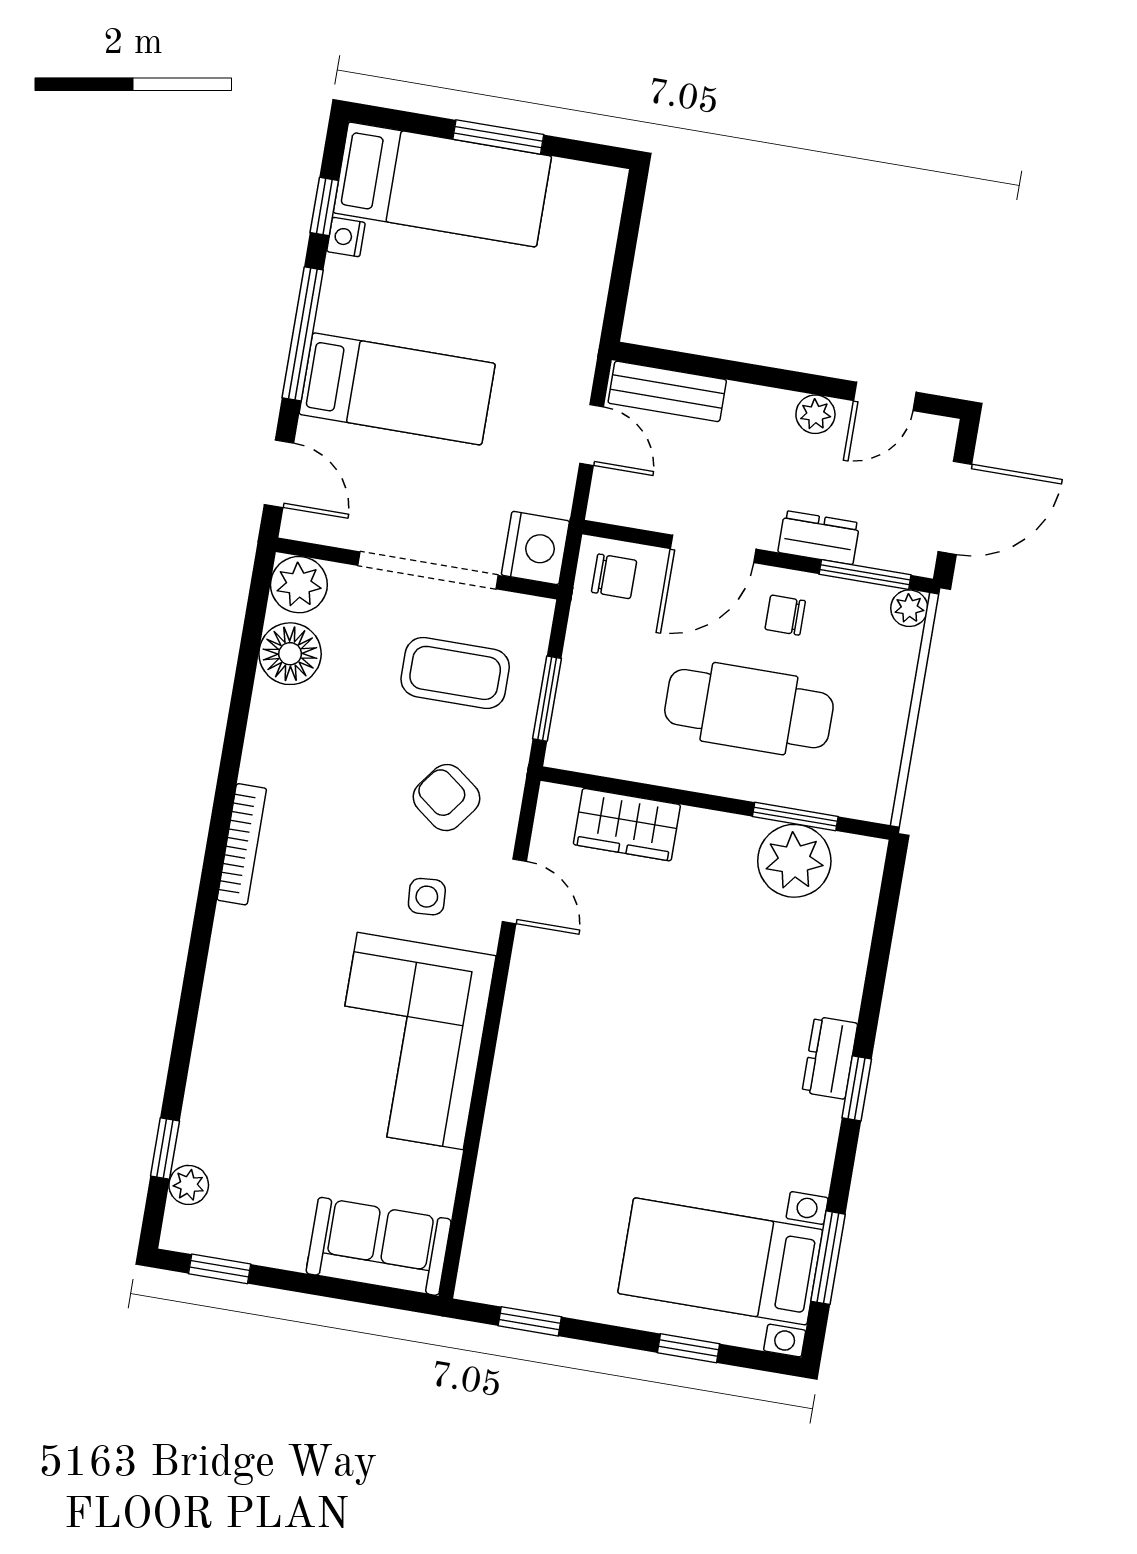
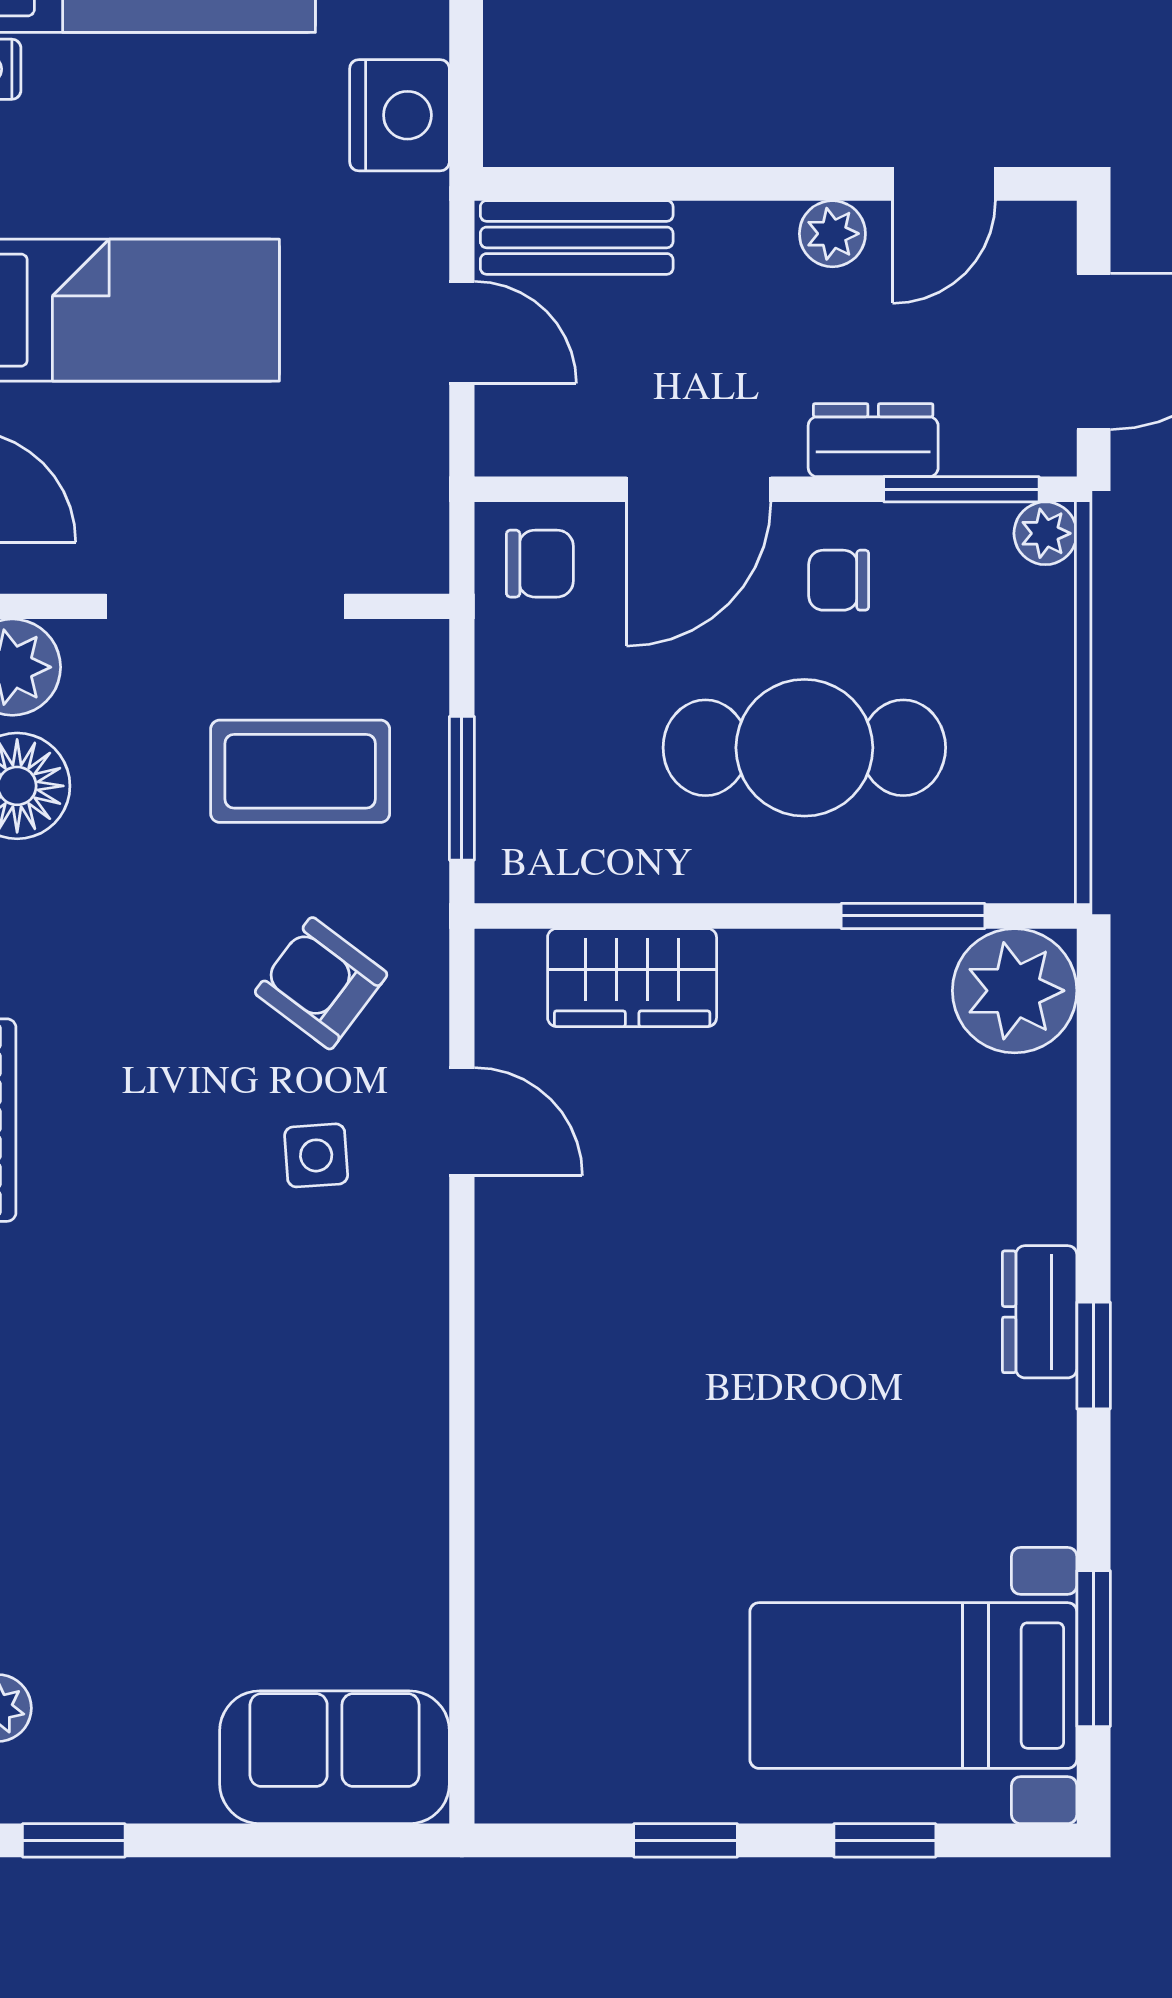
nightstand: (535, 548) -> (400, 115), moved
plant: (794, 861) -> (1015, 991), moved
corner sofa: (410, 1041) -> (329, 1403), removed
window: (530, 1321) -> (686, 1840), moved

